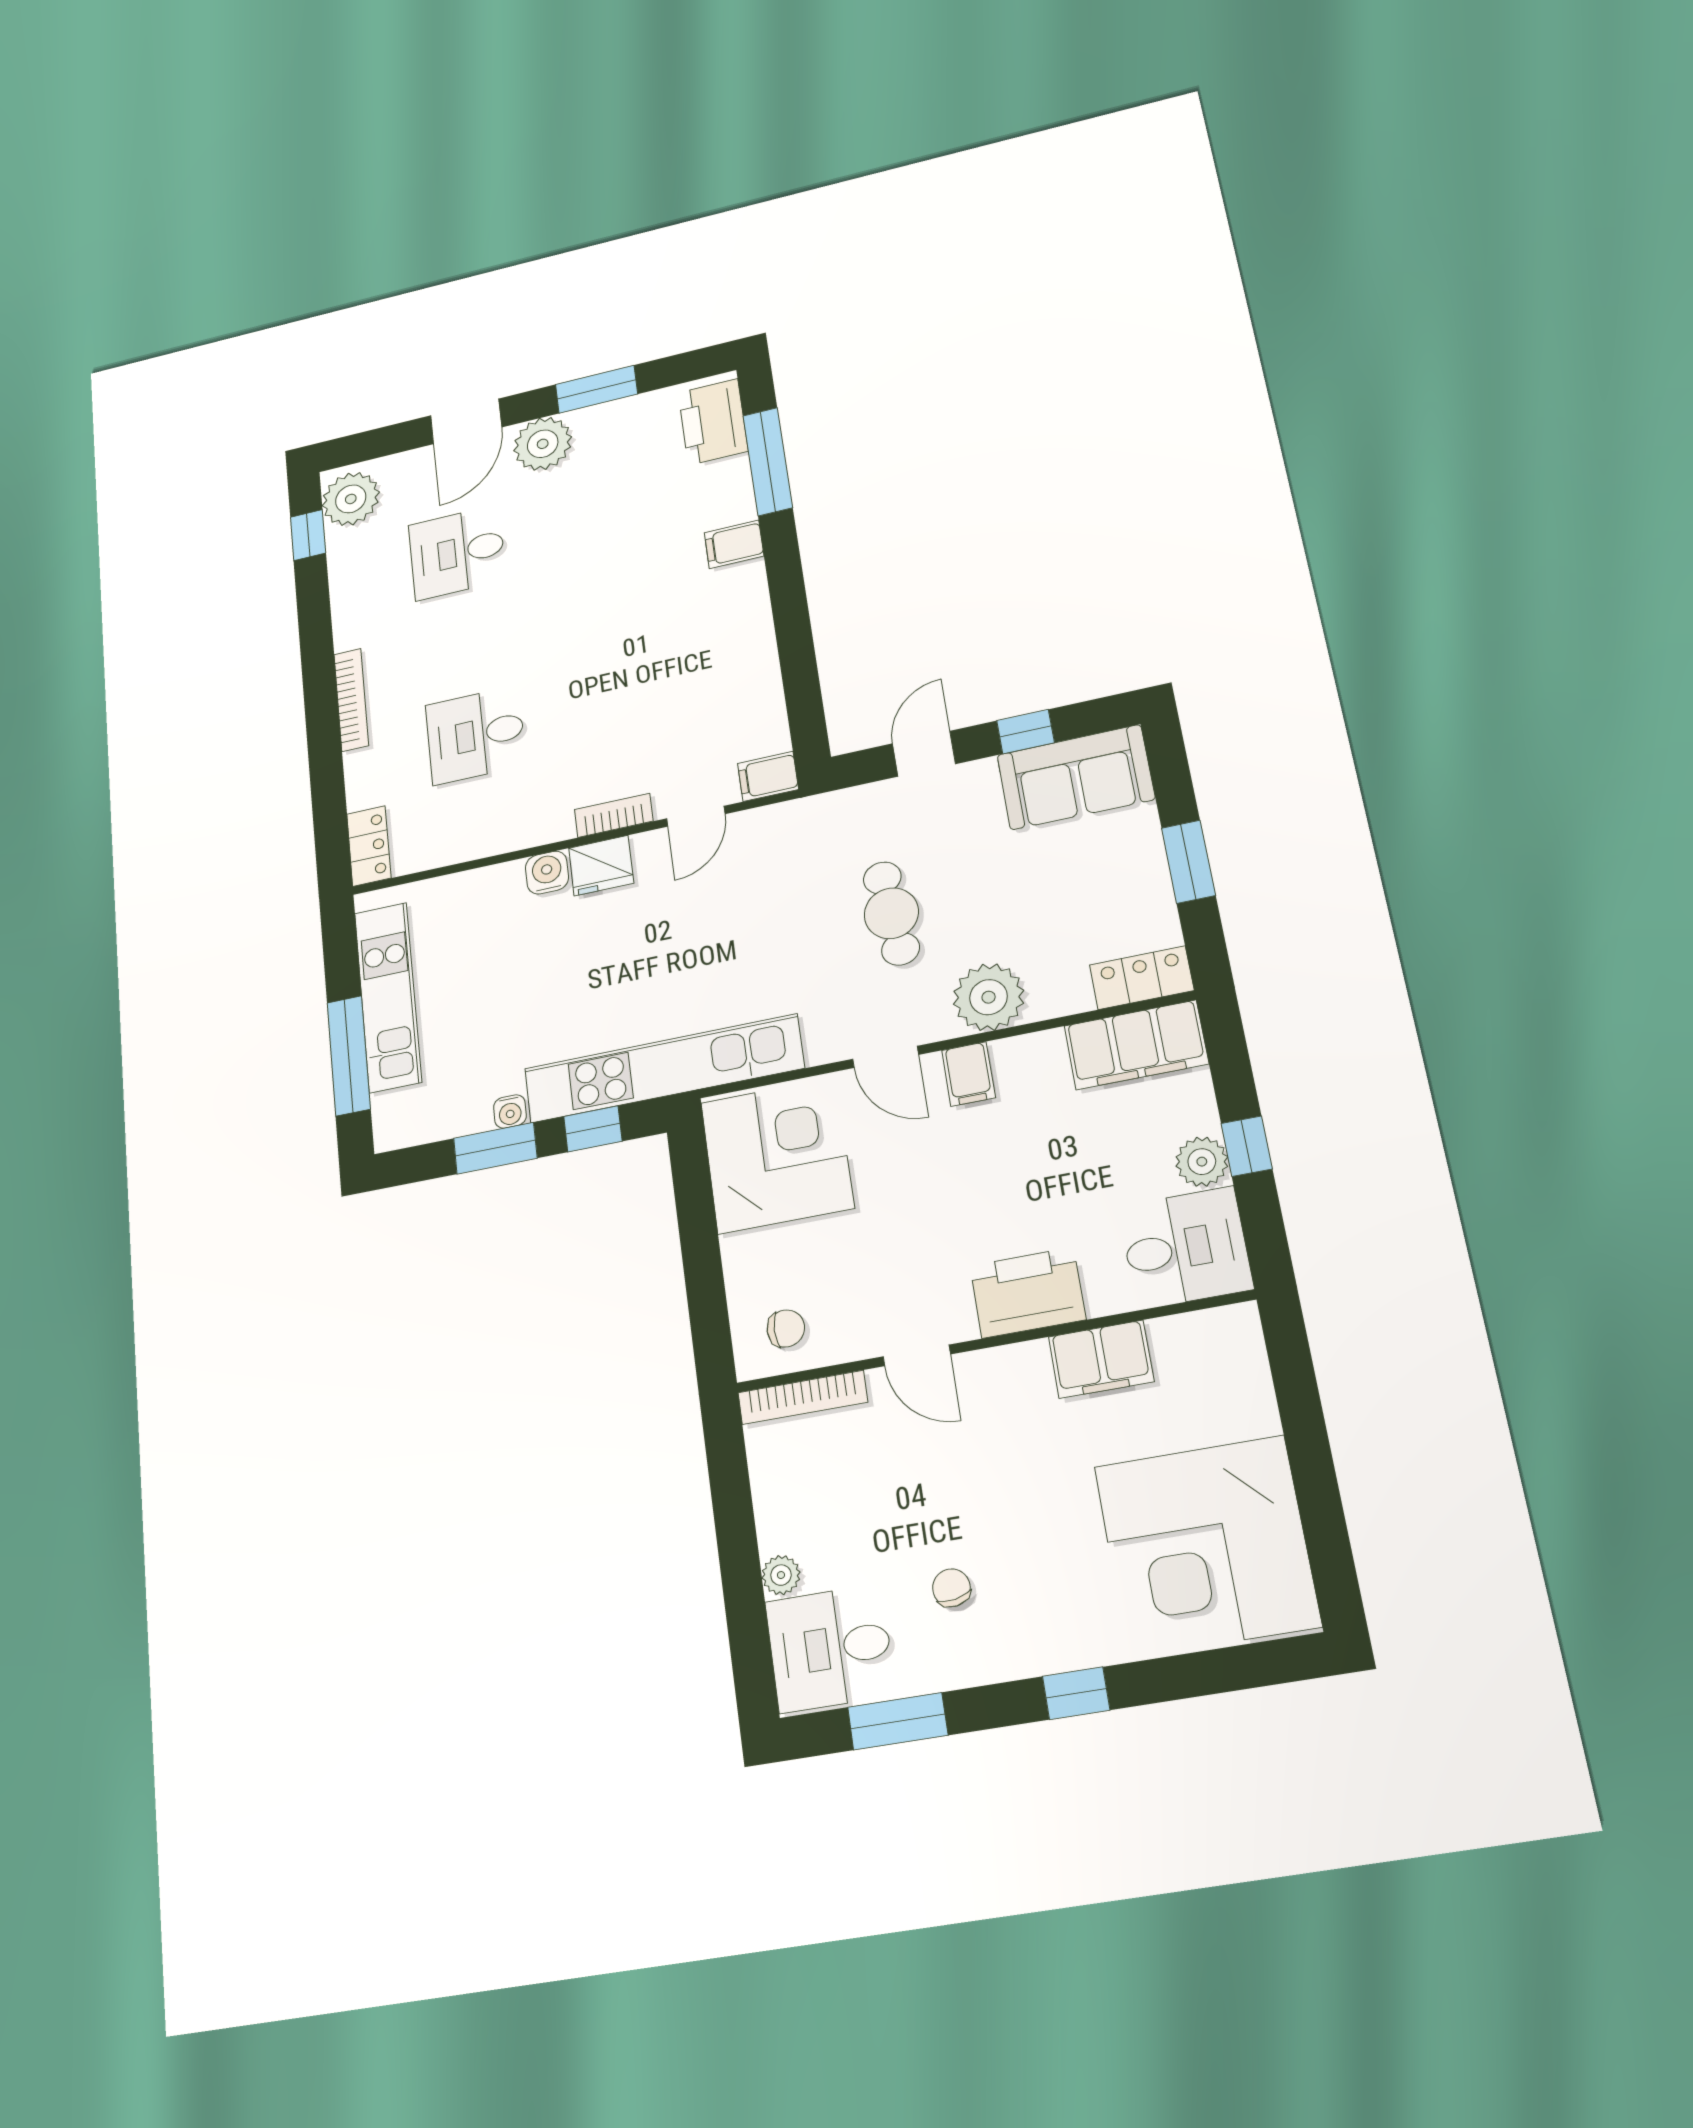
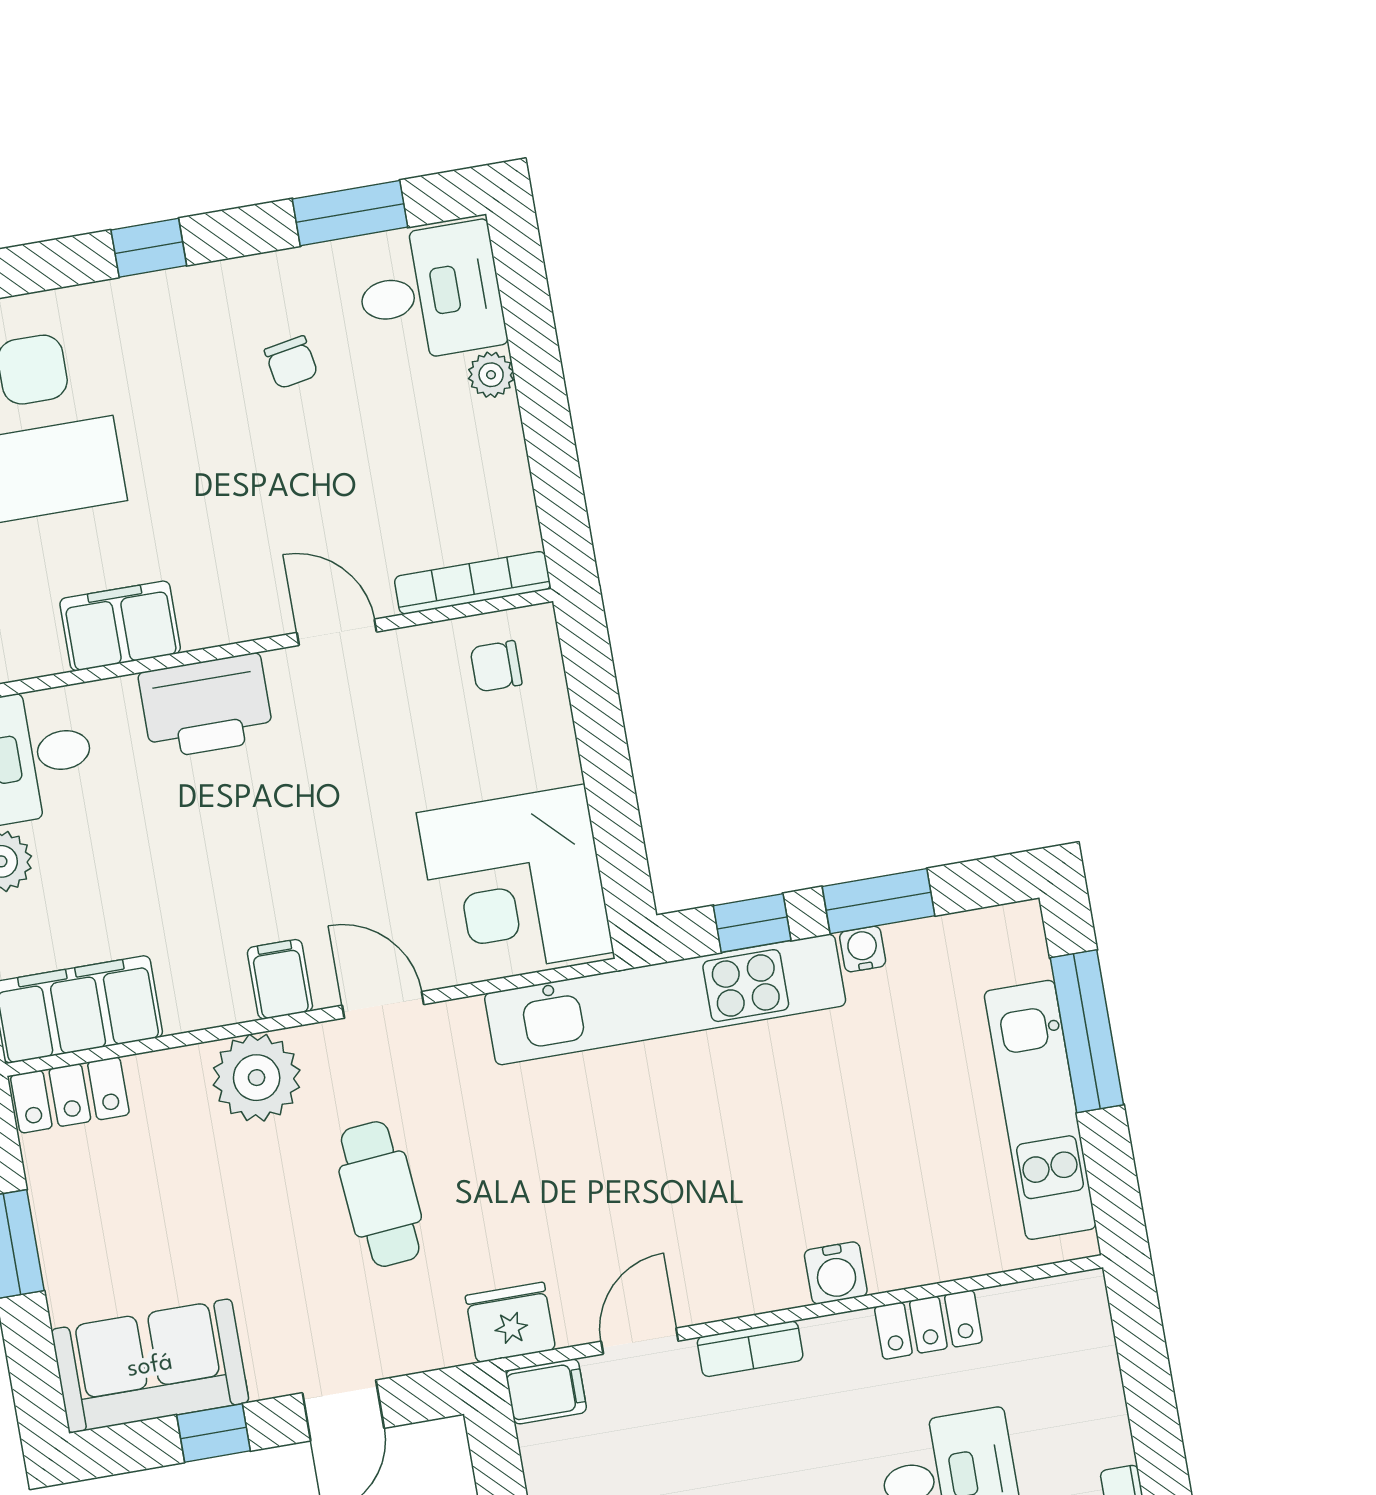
locker: (369, 846) -> (928, 1325), moved, turned -90
fridge: (601, 866) -> (510, 1322), moved

